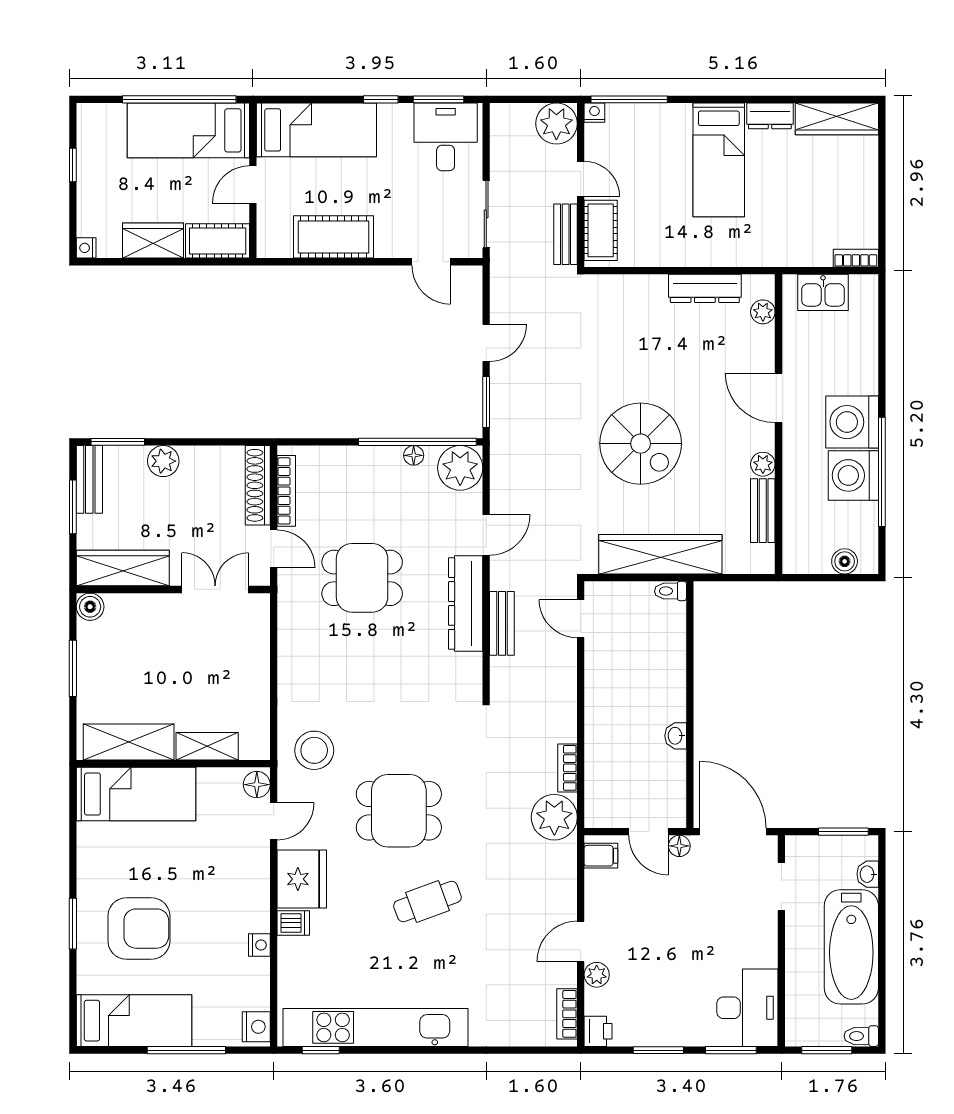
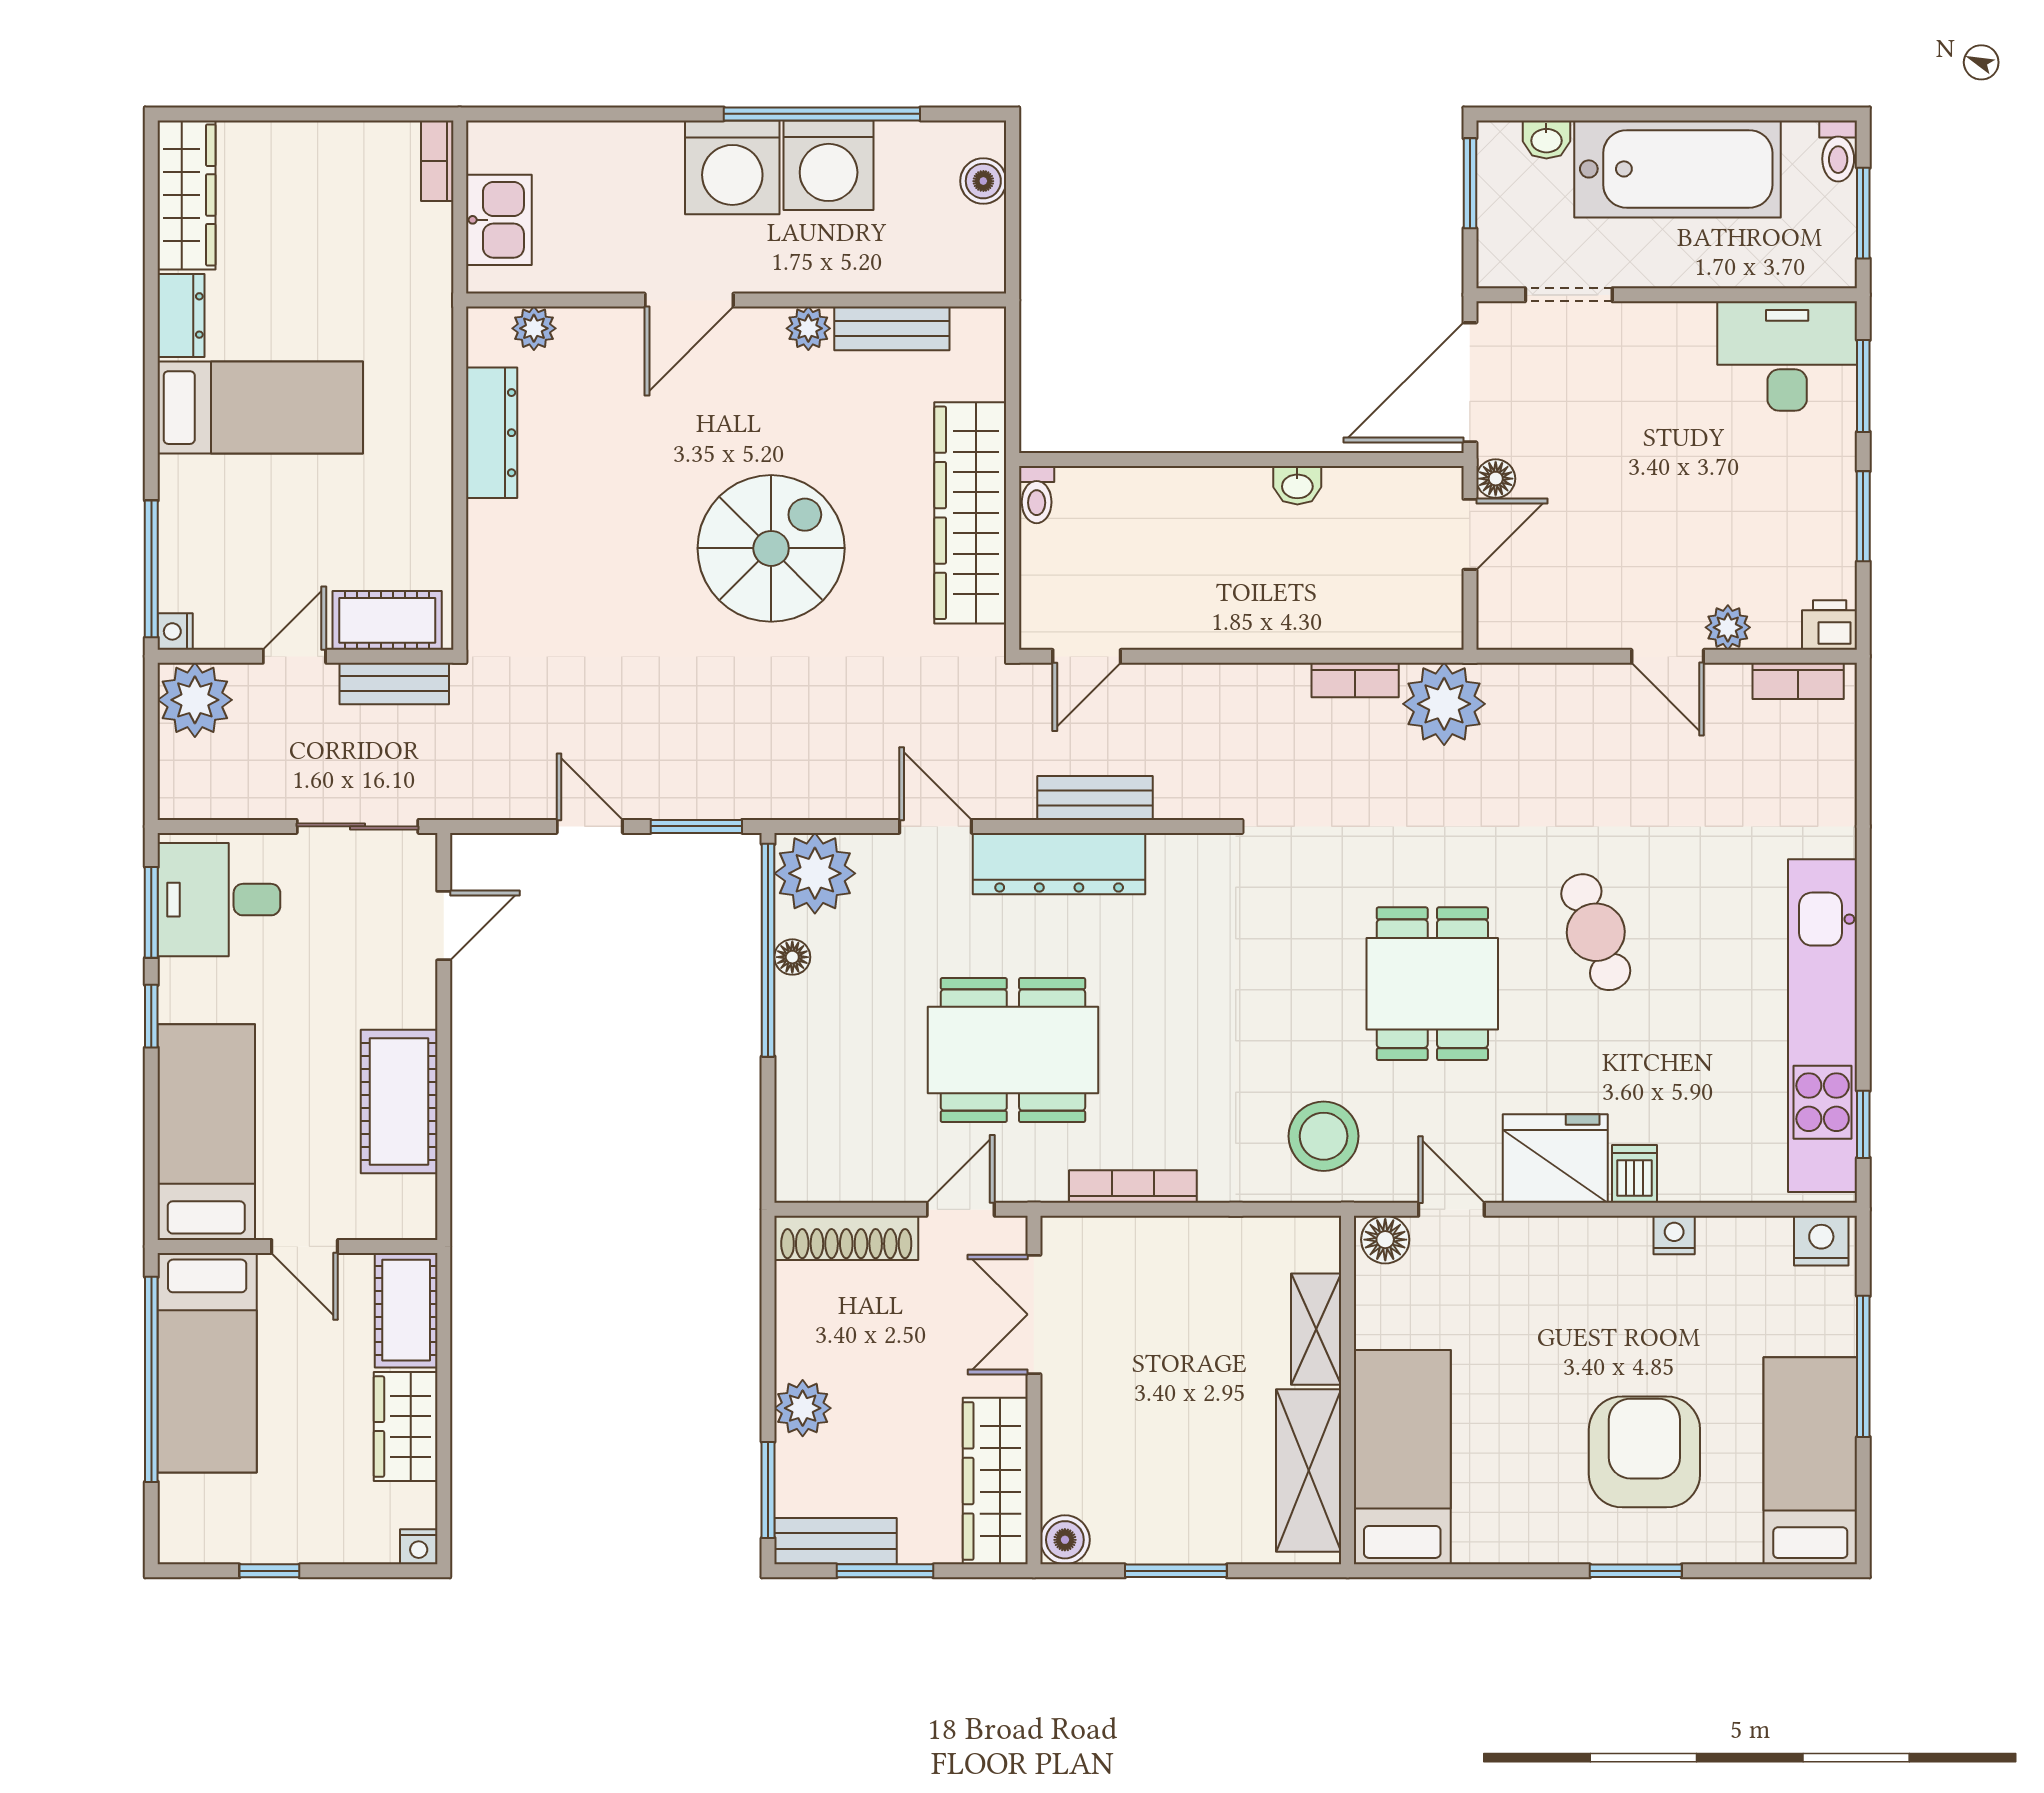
bookcase: (286, 491) -> (1133, 1187), moved
dining table: (362, 578) -> (1013, 1050), width x1.38
filing cabinet: (601, 856) -> (1513, 620), removed

